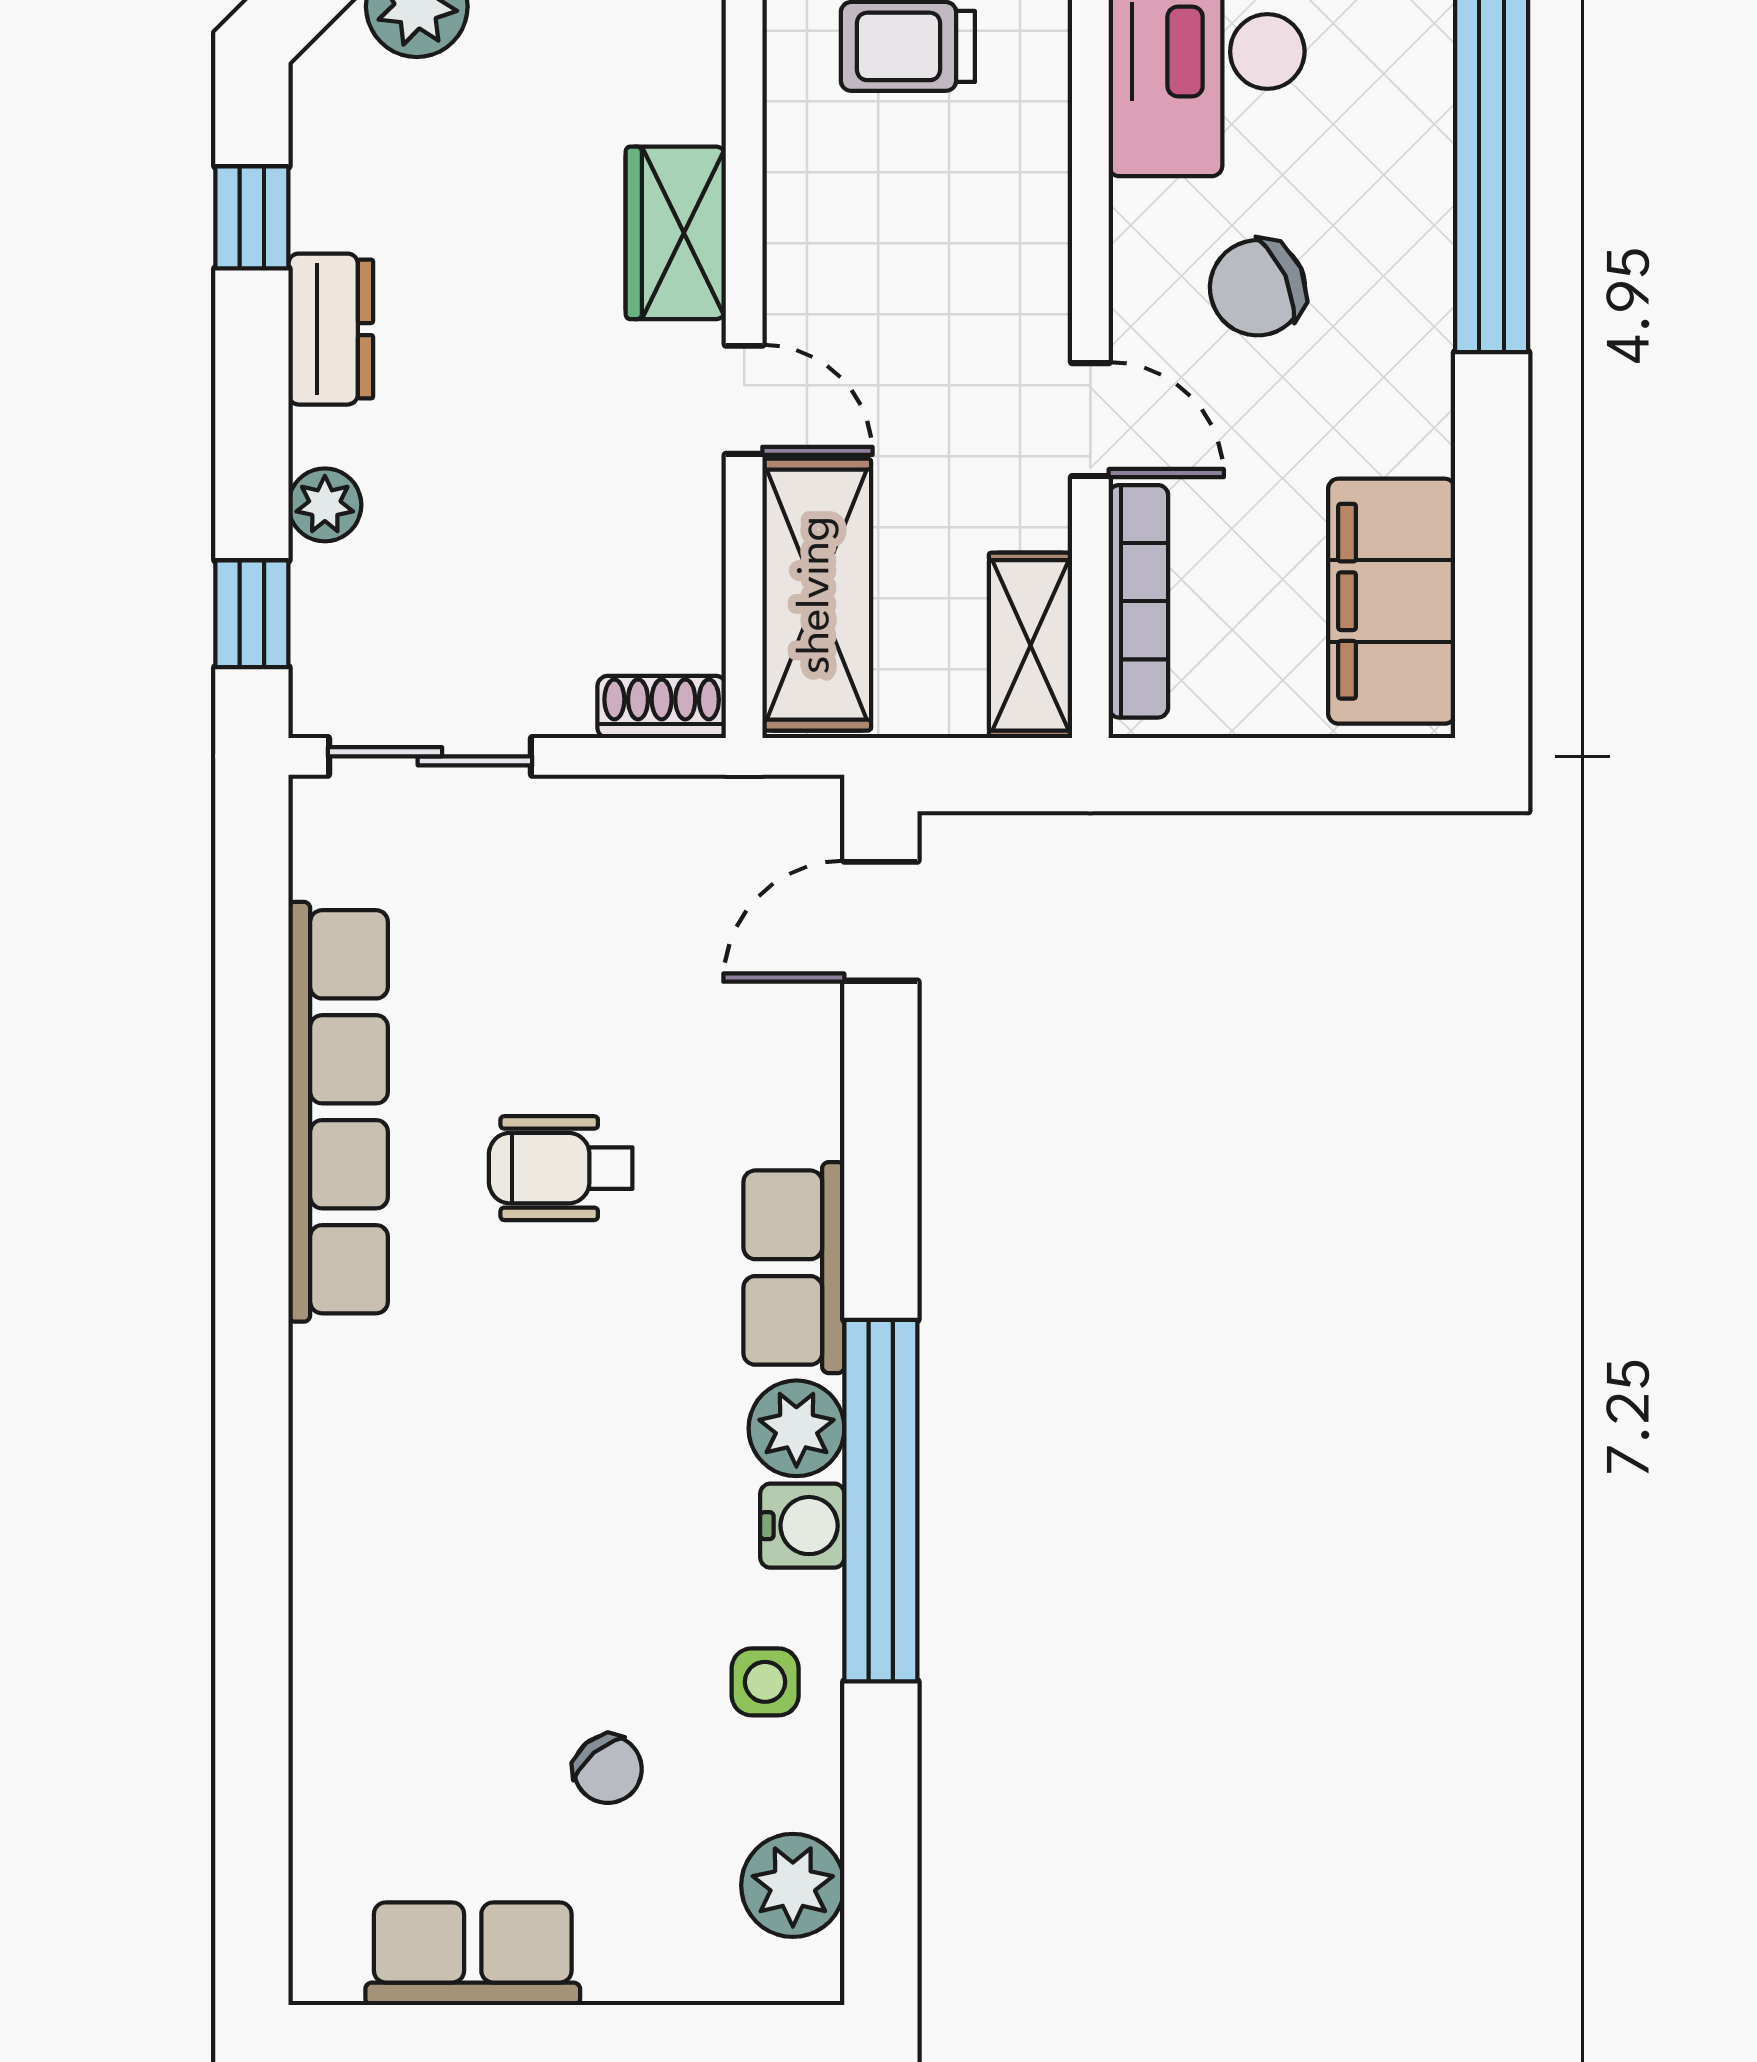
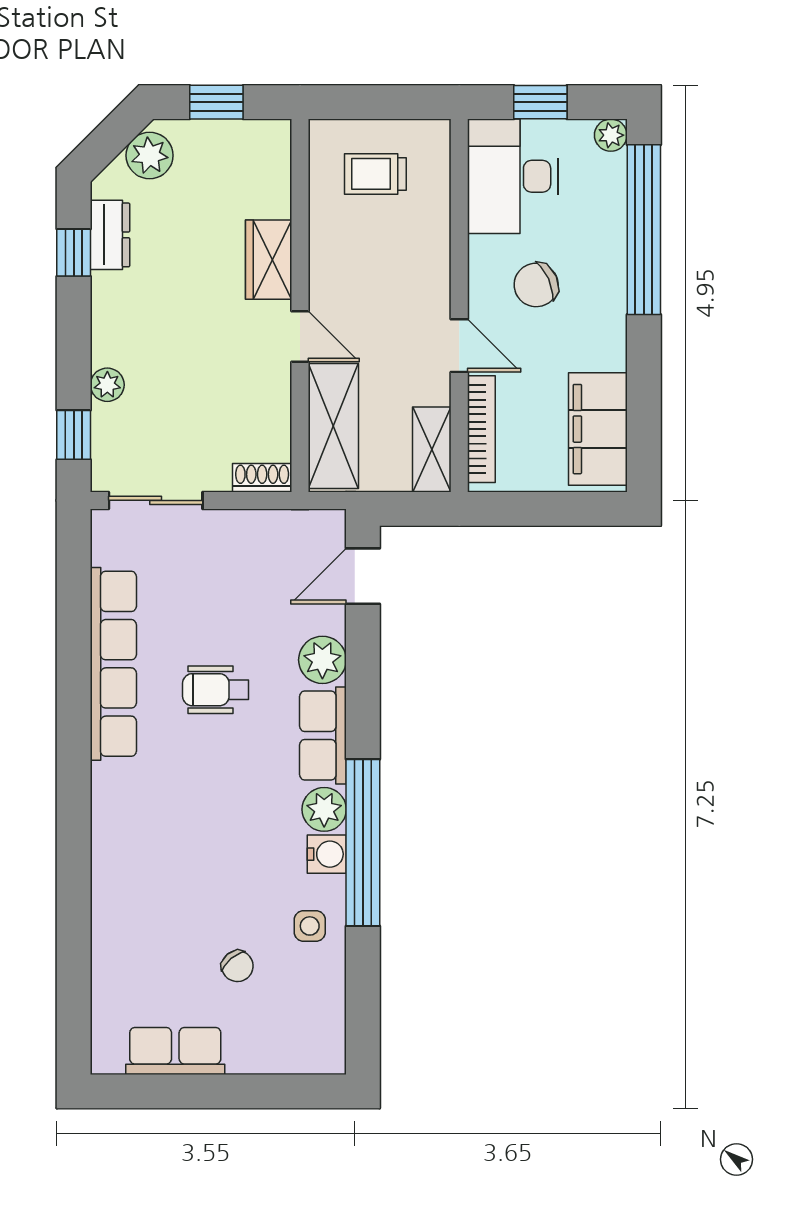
dresser: (331, 329) -> (110, 235), moved
plant: (793, 1885) -> (322, 660), moved

